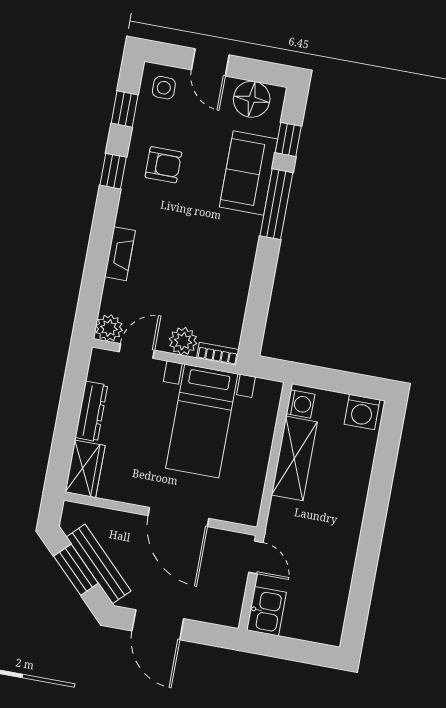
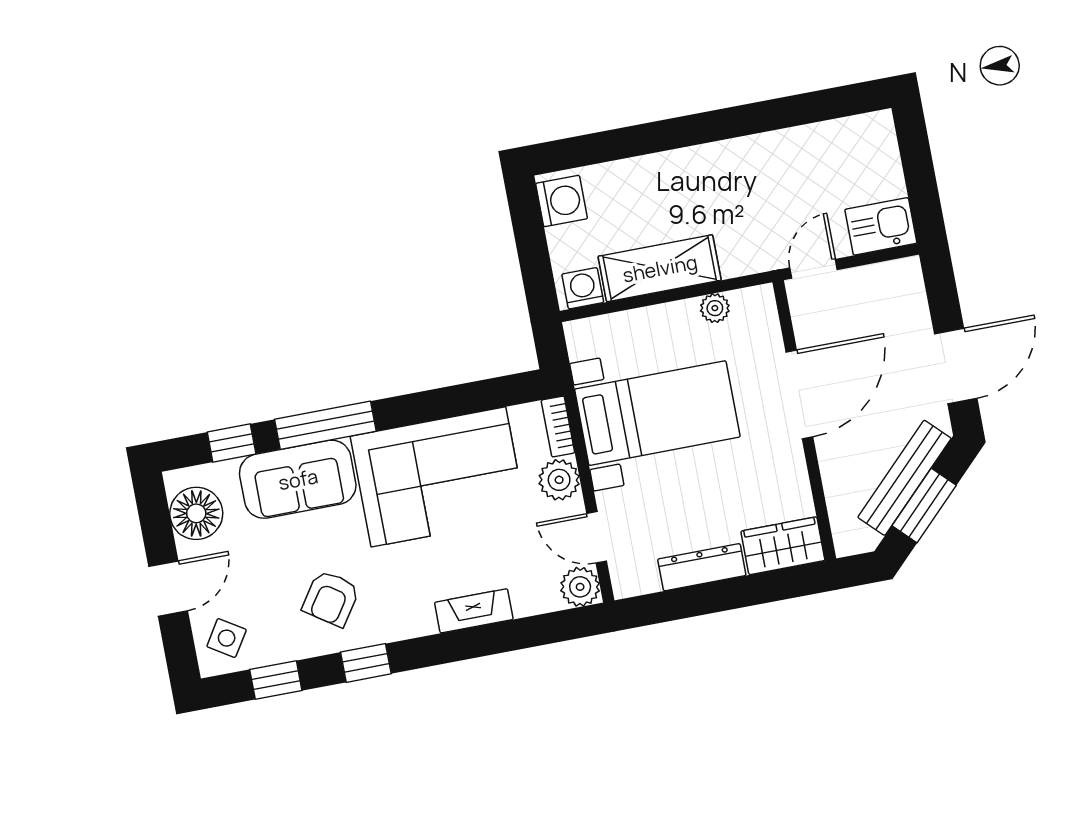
side table: (164, 88) -> (227, 638), turned 32
armchair: (163, 165) -> (331, 598), turned -146
corner sofa: (215, 264) -> (438, 477), added
plant: (255, 484) -> (715, 308), added

